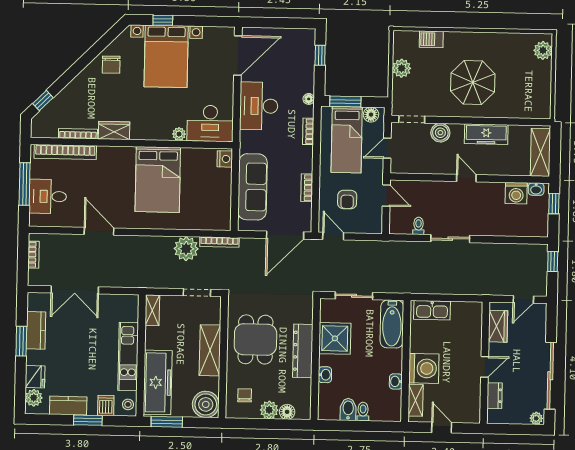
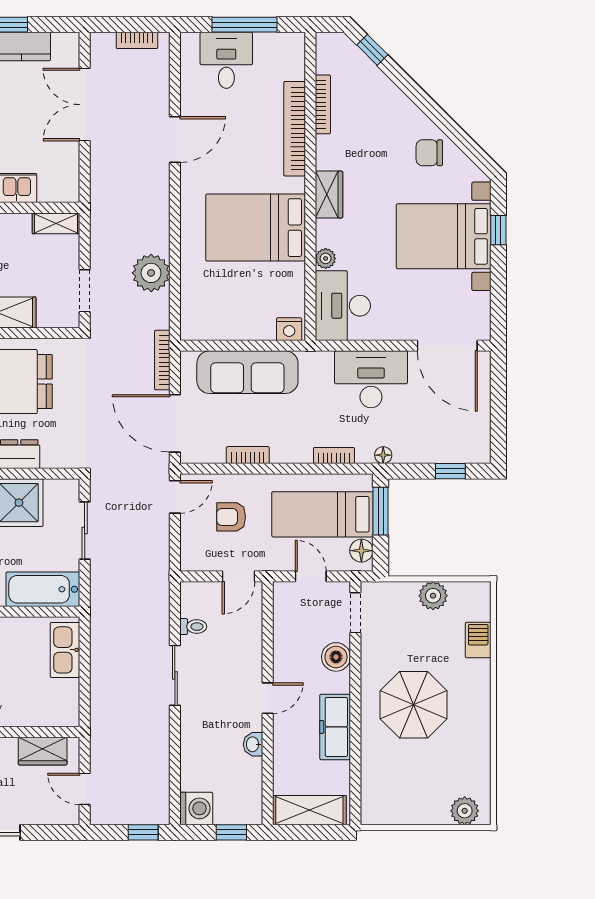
wardrobe: (114, 130) -> (329, 195), moved
bookcase: (65, 152) -> (295, 129), moved
washbasin: (536, 189) -> (253, 744), moved
washing machine: (516, 193) -> (196, 808), moved, turned 180
bookcase: (219, 242) -> (162, 360), moved

